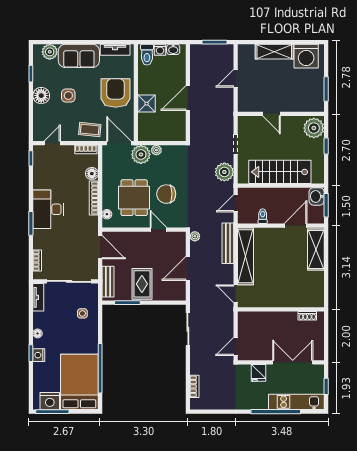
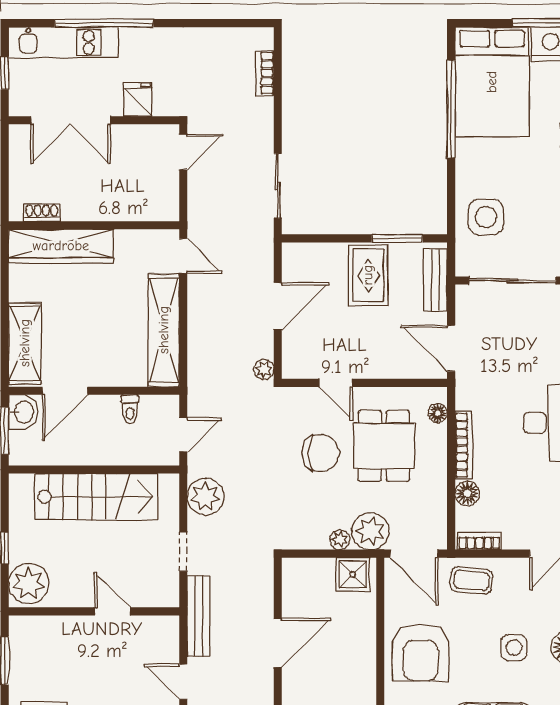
door: (236, 78) -> (183, 682), swing flipped
shower: (147, 104) -> (353, 575), moved
washbasin: (317, 196) -> (23, 412), moved
bench: (228, 243) -> (198, 616), moved
wardrobe: (298, 299) -> (61, 246), added
side table: (82, 313) -> (486, 217), width x1.87, depth x1.87

